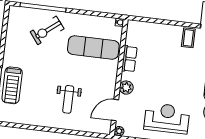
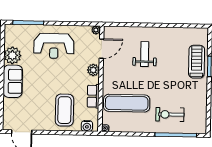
water cooler: (139, 27) -> (87, 126), added
exercise bike: (47, 30) -> (170, 114), turned -142
coffee table: (188, 38) -> (64, 110), moved, width x1.86, depth x1.72

